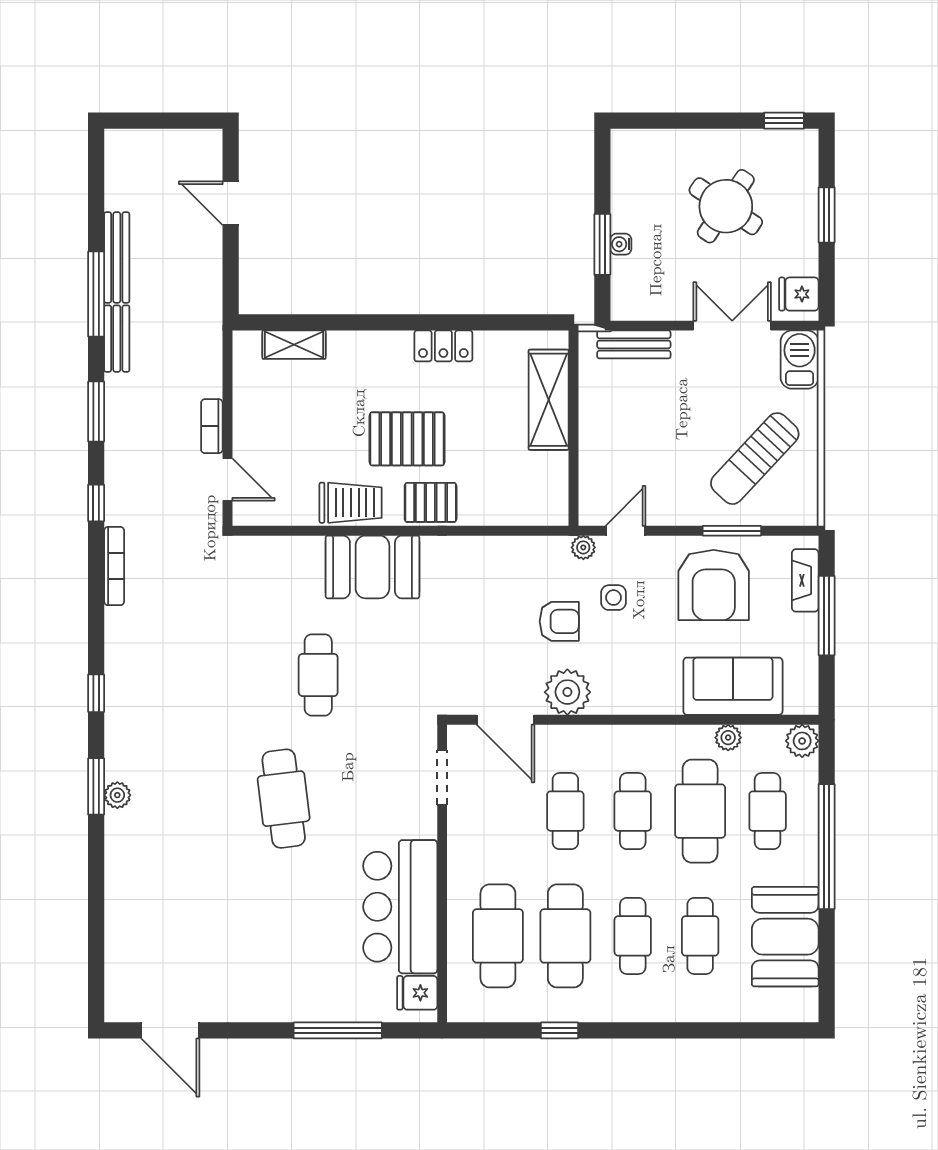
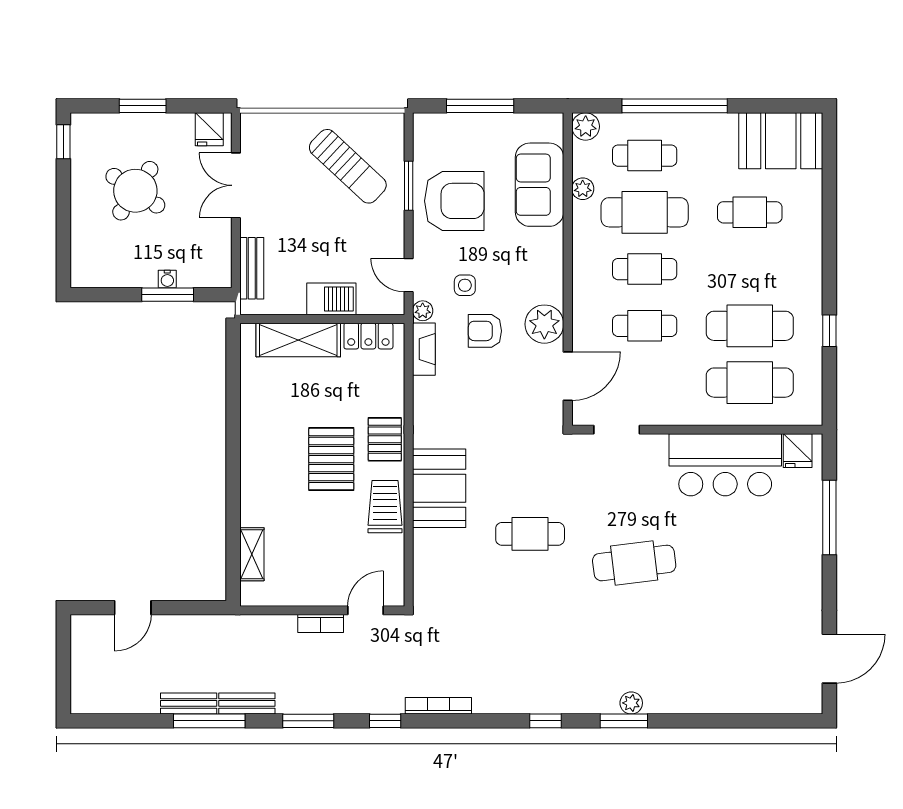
bench: (117, 257) -> (189, 703), width x0.73
locker: (443, 346) -> (368, 336), moved, turned 90
barbecue: (800, 360) -> (331, 299), moved, turned 180
fireplace: (805, 580) -> (424, 349), moved, turned -90
armchair: (559, 621) -> (485, 331), turned -90
cafe table: (633, 936) -> (750, 269), removed
booth: (785, 937) -> (781, 141), moved

